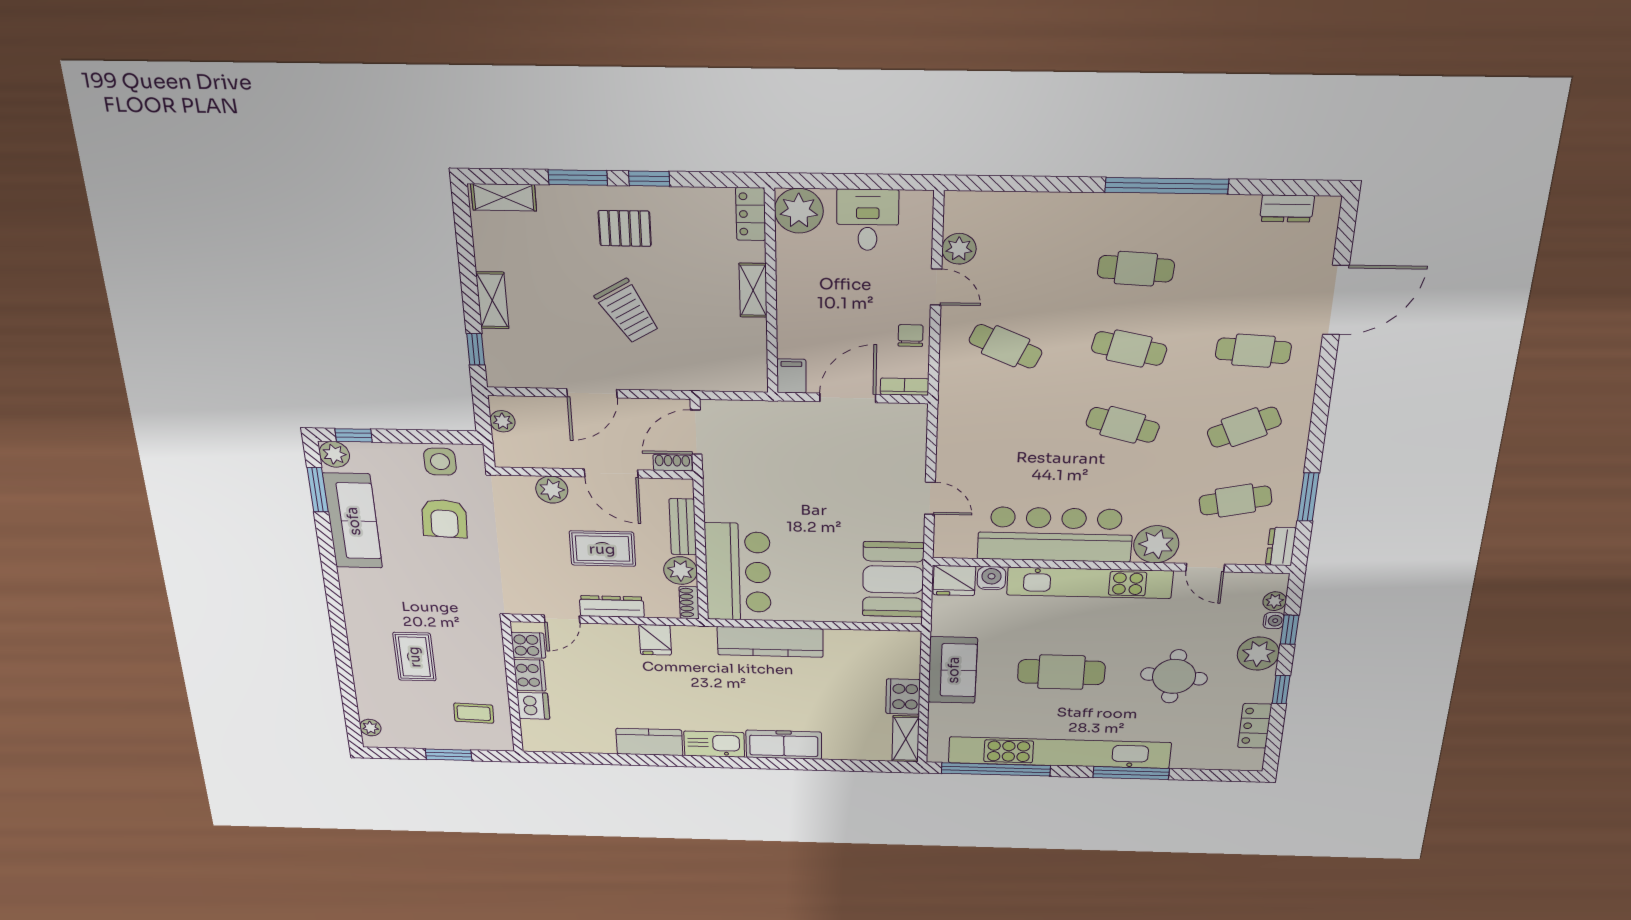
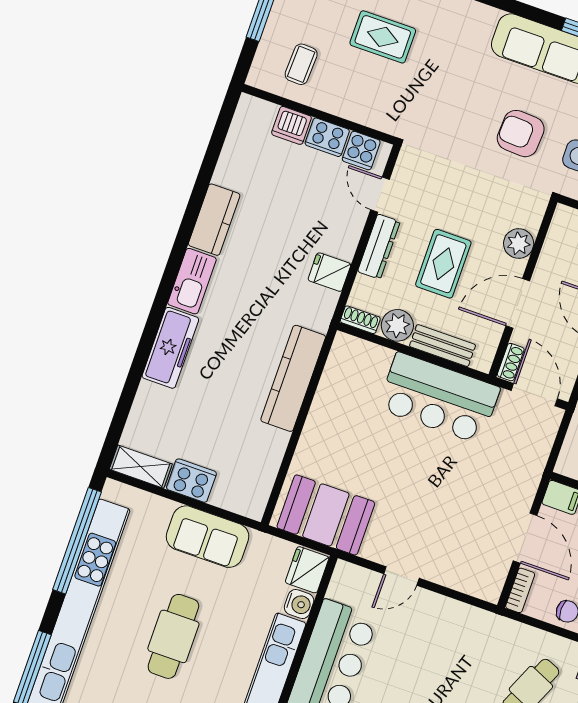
bar counter: (738, 572) -> (439, 398), moved

